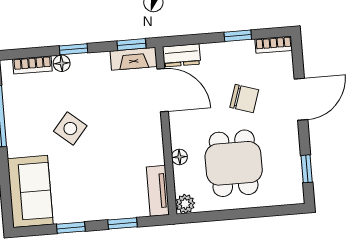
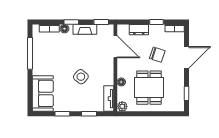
dresser: (182, 55) -> (139, 30), moved
fireplace: (134, 59) -> (85, 29), moved
side table: (70, 129) -> (81, 77), moved

